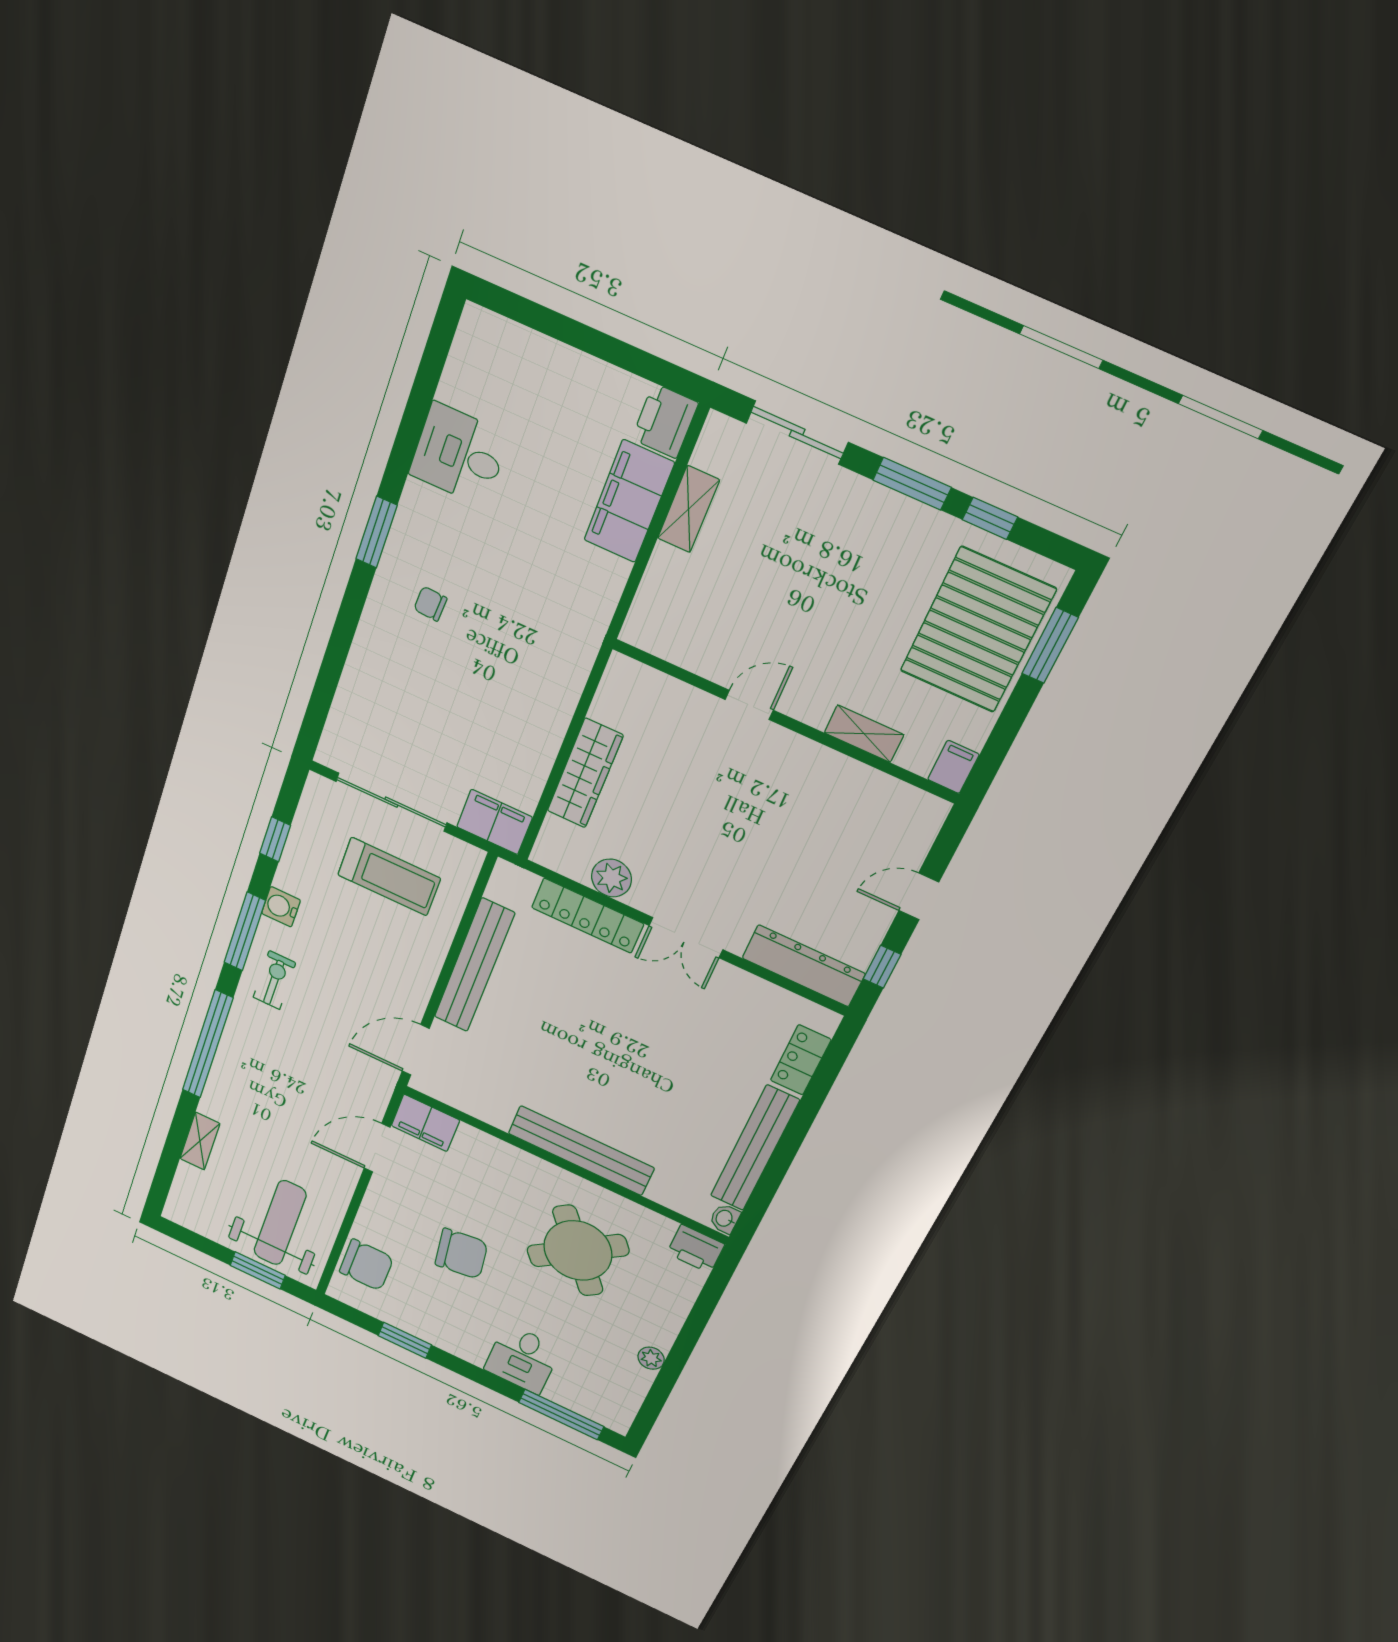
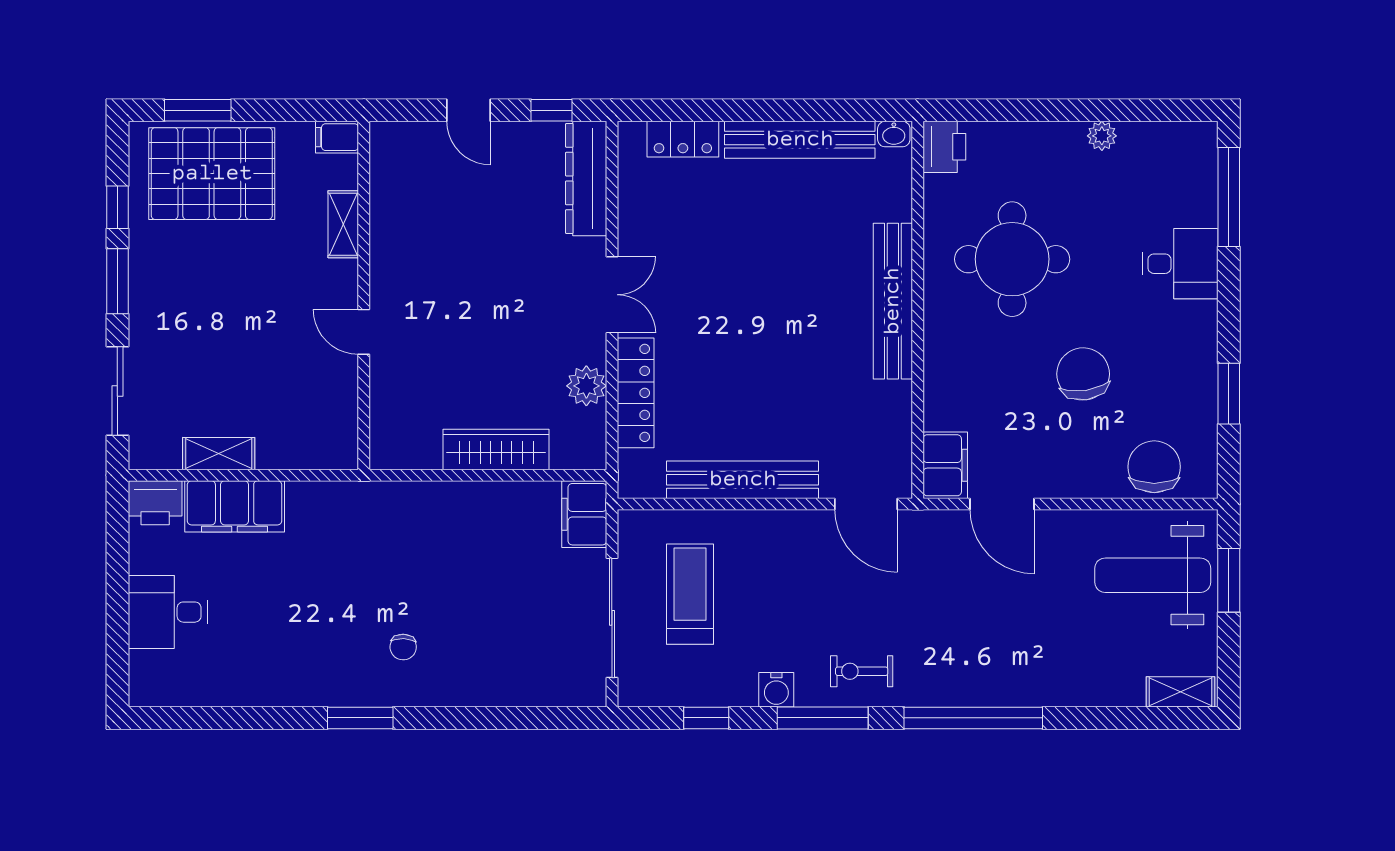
desk: (459, 454) -> (168, 612), moved, turned 90
shelving: (200, 1141) -> (1180, 692), moved
round table: (578, 1251) -> (1012, 259), turned 38

